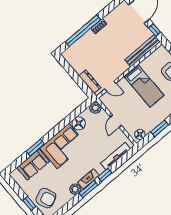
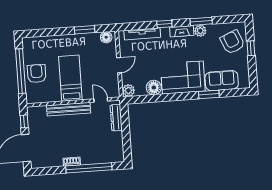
bench: (143, 51) -> (69, 109), moved
window: (88, 189) -> (201, 21), moved

